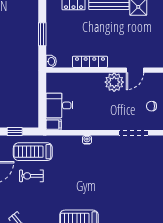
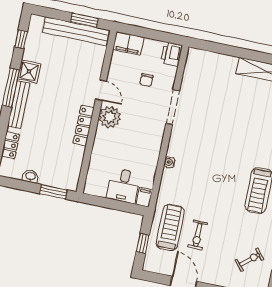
window: (42, 34) -> (53, 192), moved
washbasin: (51, 61) -> (31, 176), moved
locker: (90, 62) -> (84, 126), moved
treadmill: (33, 152) -> (170, 227), turned 180

